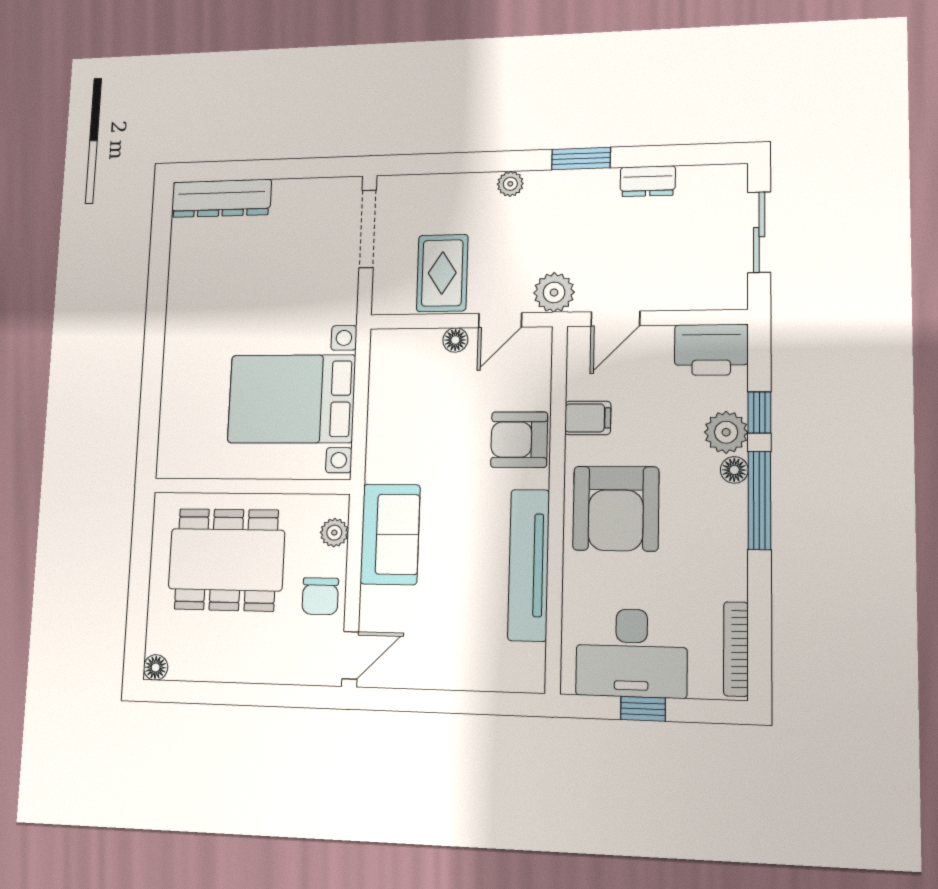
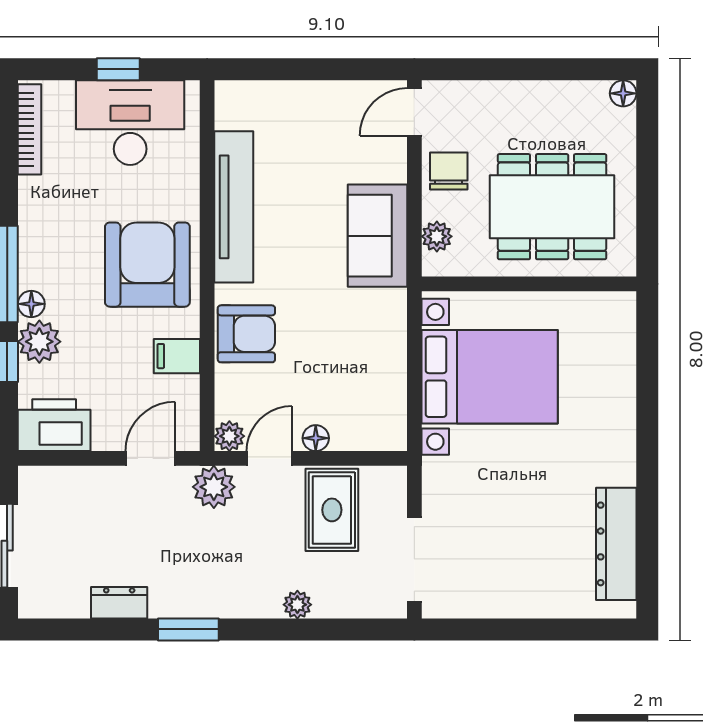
plant: (510, 184) -> (297, 605), moved
dresser: (221, 198) -> (616, 544), moved, turned -90
plant: (538, 341) -> (229, 436), added

